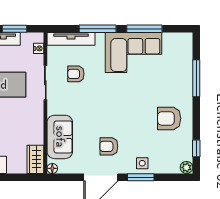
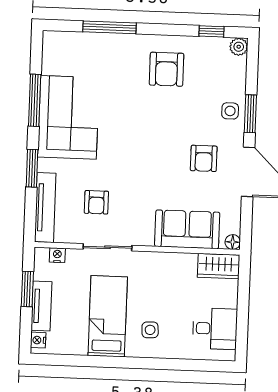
window: (98, 29) -> (32, 168), width x0.69

